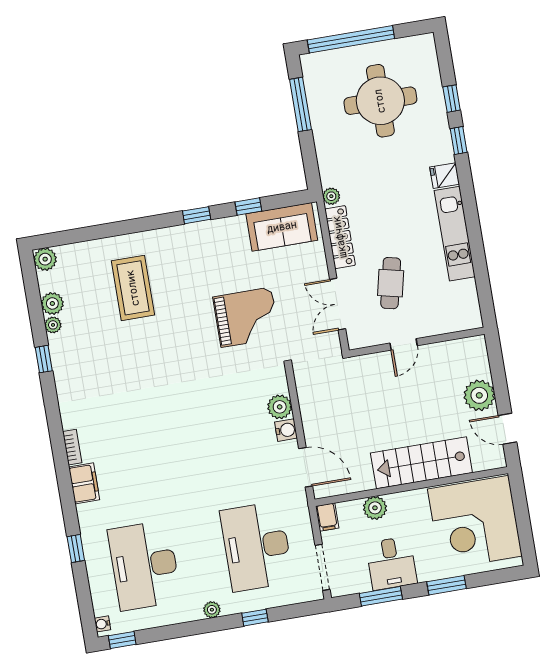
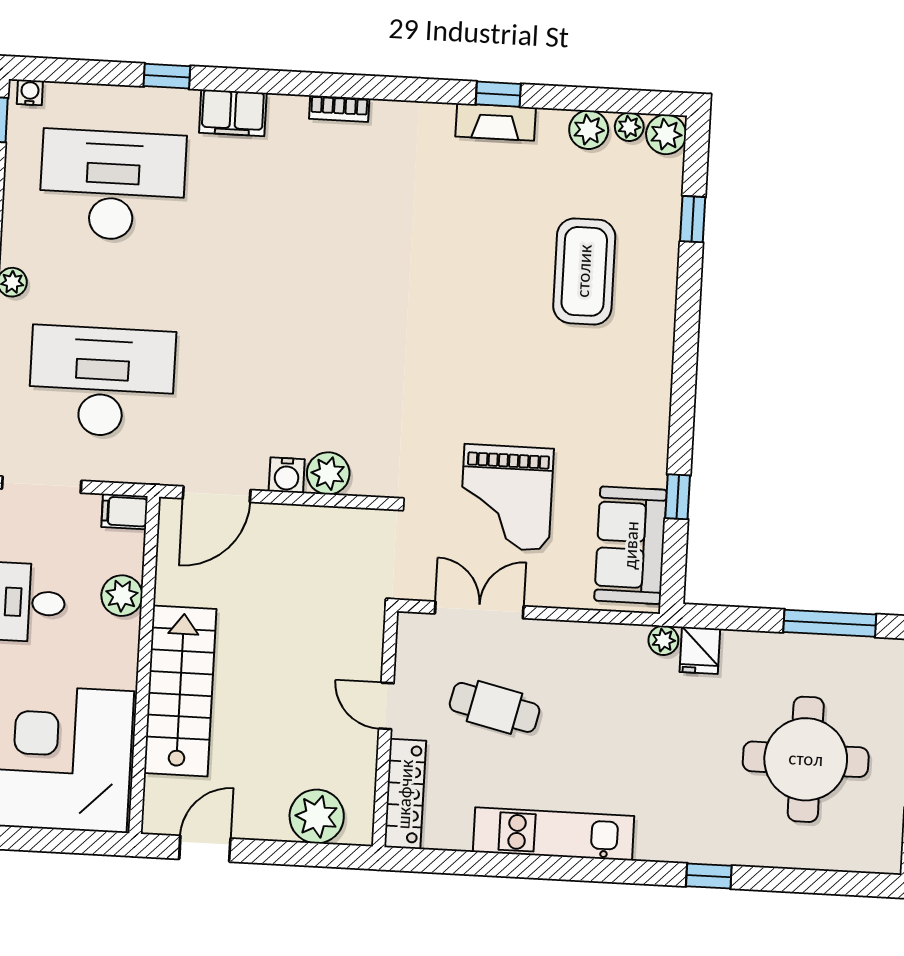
window: (452, 99) -> (782, 880), removed
fridge: (445, 176) -> (700, 650), moved, turned 180
window: (197, 215) -> (693, 219), moved
locker: (340, 237) -> (405, 794), moved, turned -90
coffee table: (133, 288) -> (584, 271), turned 90
grand piano: (246, 317) -> (507, 498), moved
plant: (53, 325) -> (629, 127), moved
fireplace: (60, 357) -> (496, 122), added
plant: (479, 395) -> (317, 816), moved
filing cabinet: (84, 483) -> (233, 113), moved

